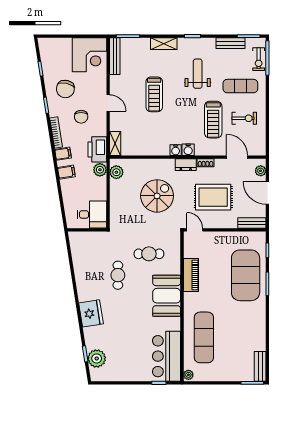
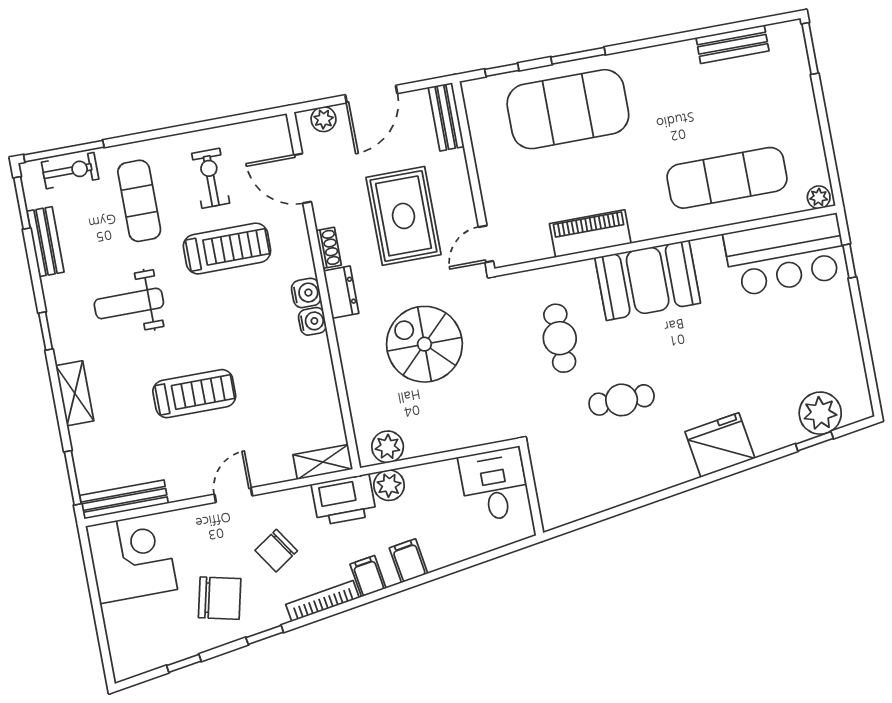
chair: (81, 117) -> (276, 551), turned 146
door: (237, 157) -> (303, 178), hinge flipped
bench: (260, 366) -> (732, 44), moved

